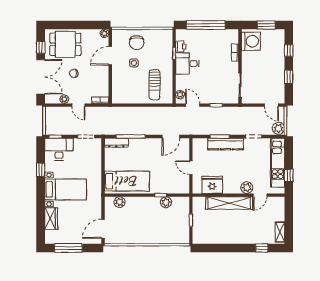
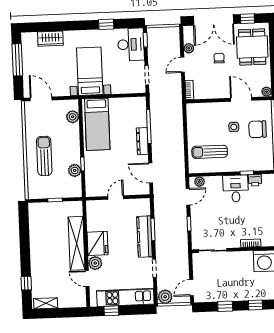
dresser: (116, 143) -> (142, 141), moved
fridge: (212, 185) -> (98, 243), moved
bed with nightstands: (66, 189) -> (90, 71), moved, turned 180
sun lounger: (152, 228) -> (44, 156), added

